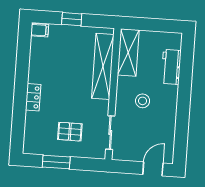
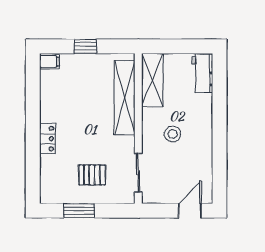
workbench: (171, 67) -> (202, 73), moved

